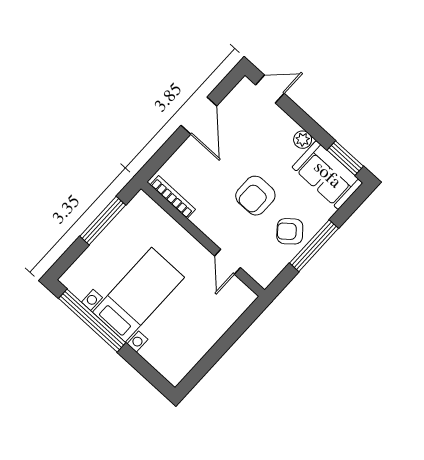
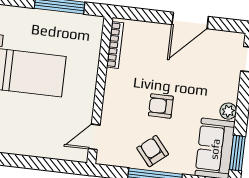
armchair: (255, 196) -> (161, 106), width x0.72, depth x0.72
door: (228, 262) -> (94, 137), moved

